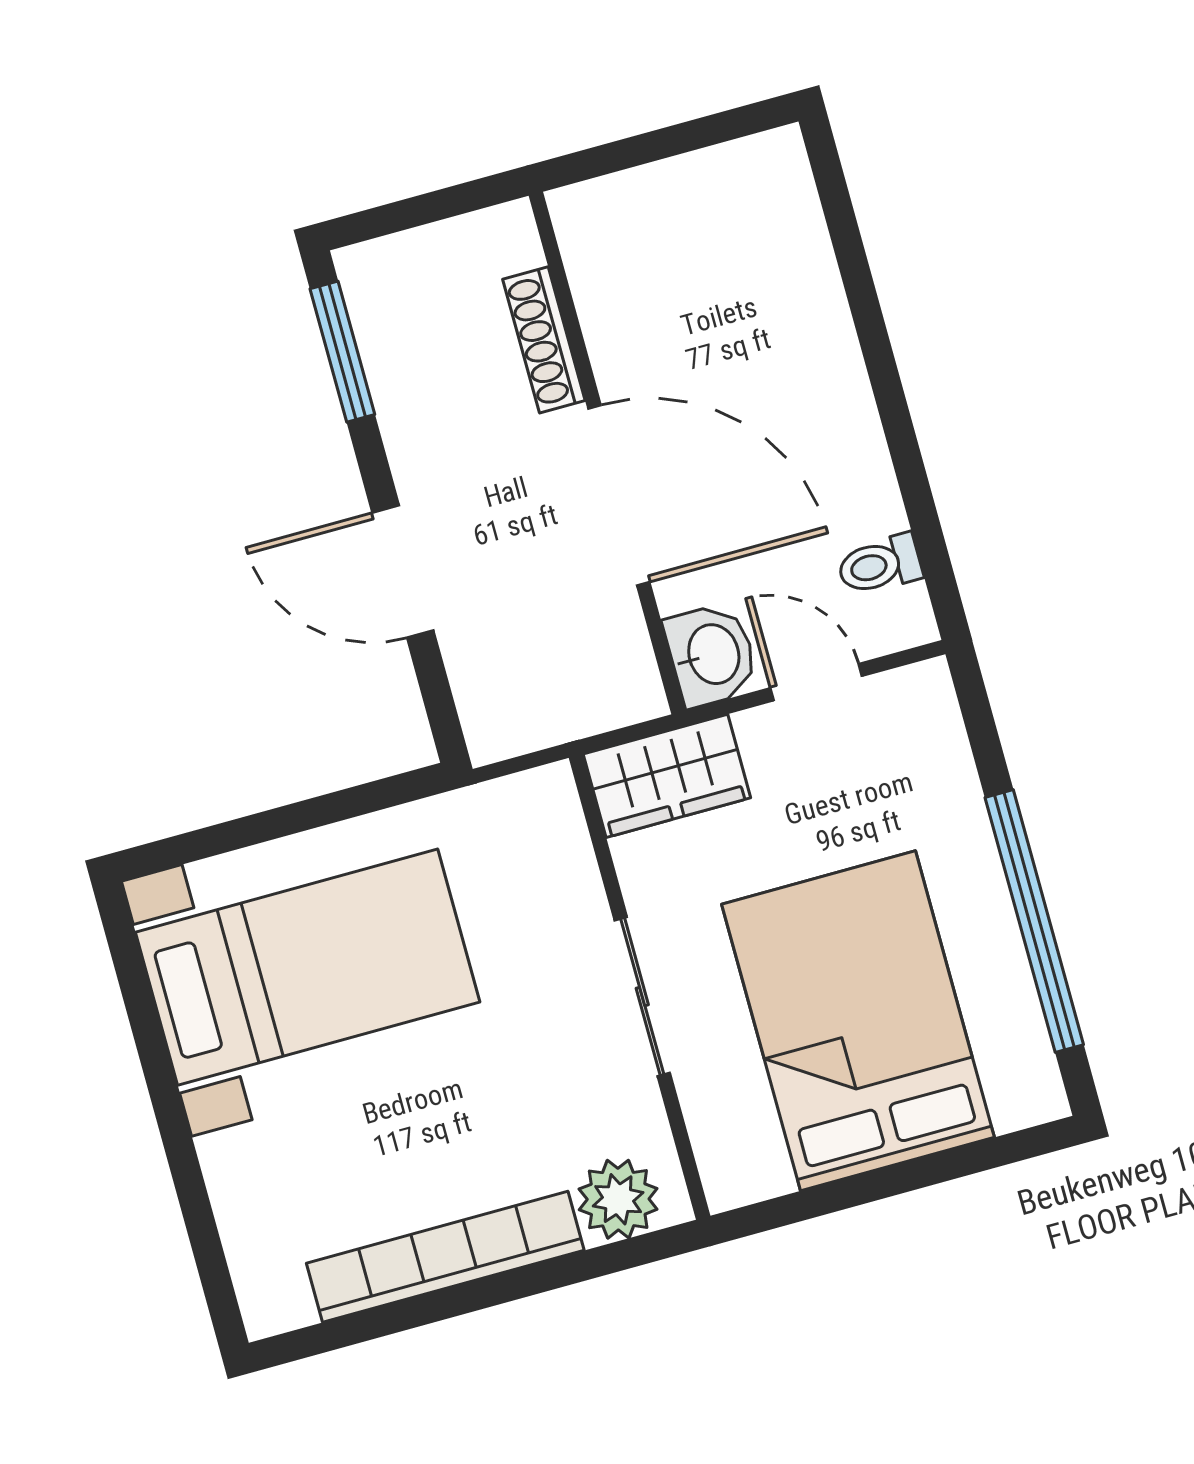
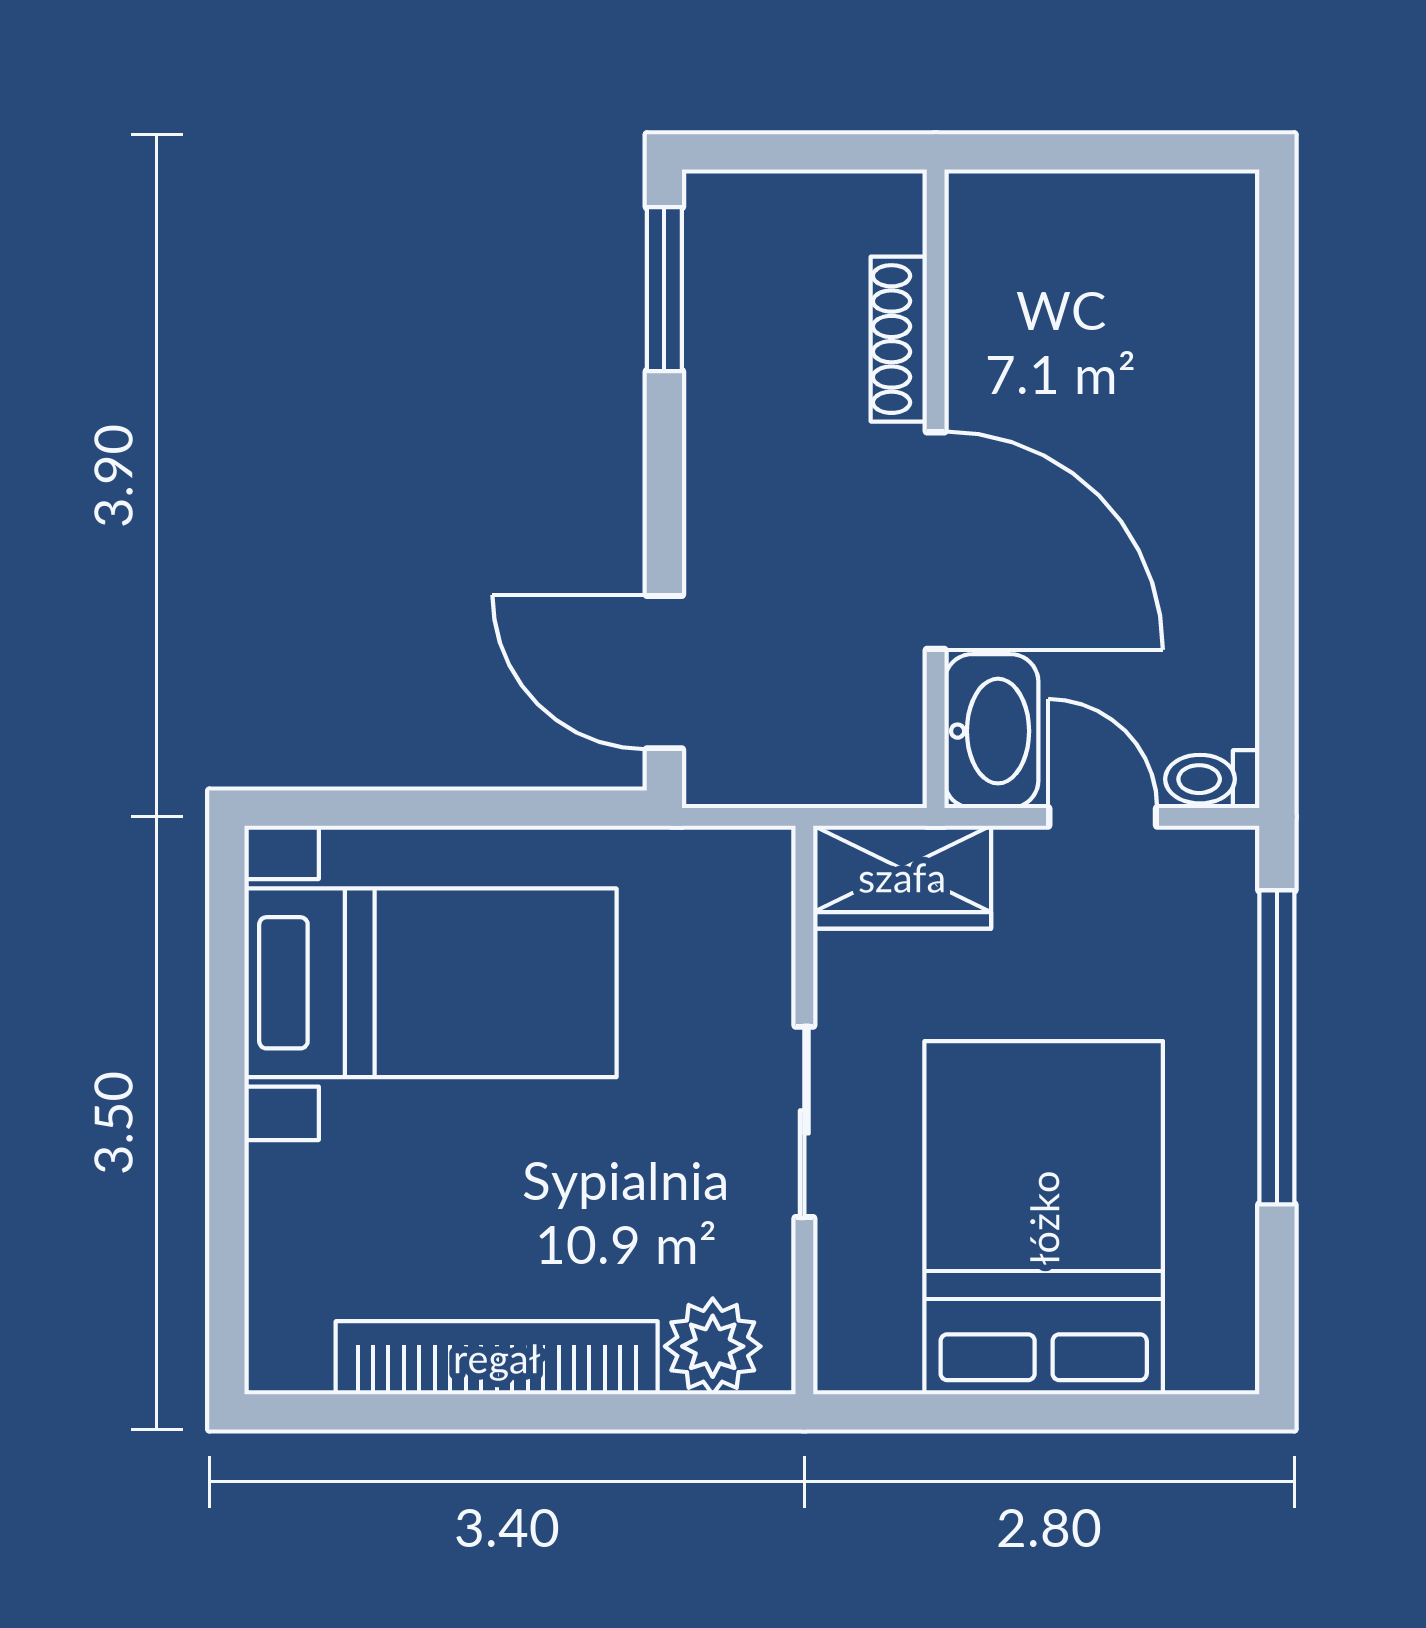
toilet: (880, 565) -> (1212, 779), moved
door: (403, 572) -> (664, 672), moved
washbasin: (712, 655) -> (991, 731), width x1.38
window: (1034, 921) -> (1277, 1047), moved

